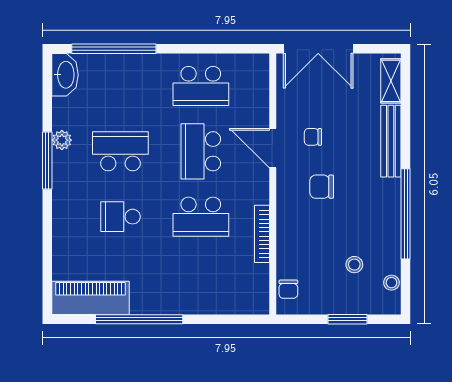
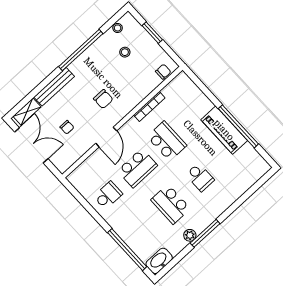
double door: (318, 49) -> (31, 145), moved
school desk: (201, 86) -> (108, 195), width x0.54
chair: (313, 137) -> (67, 127), moved
piano: (91, 298) -> (224, 130), moved

